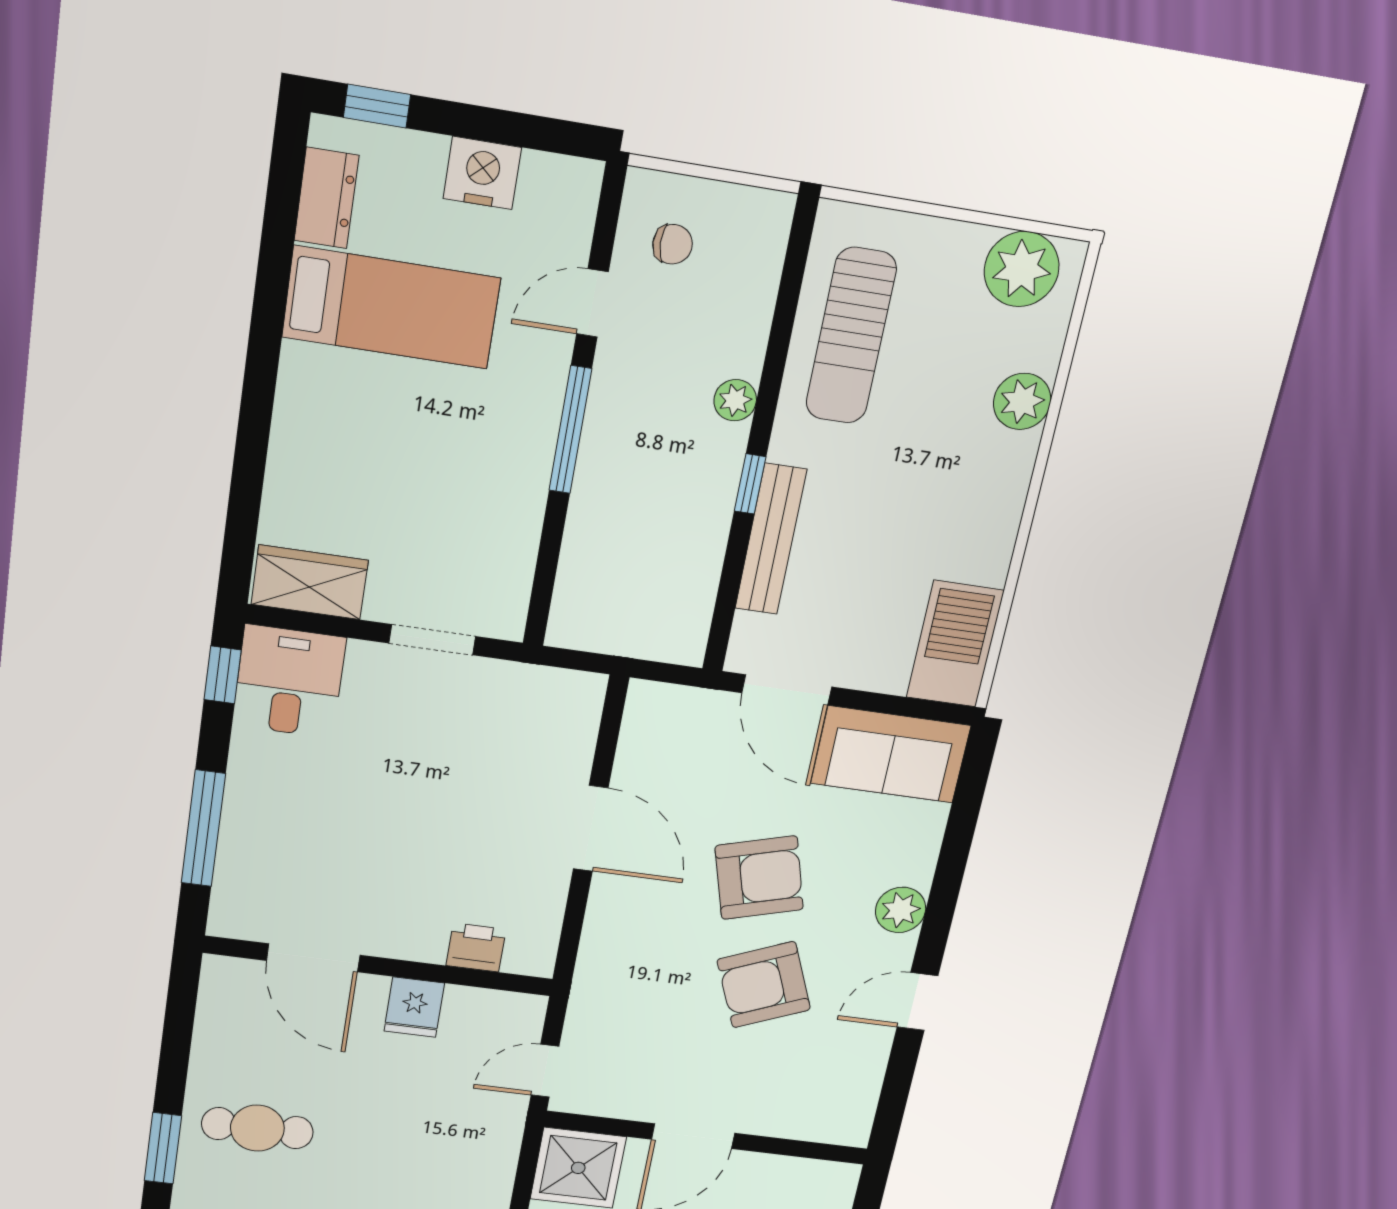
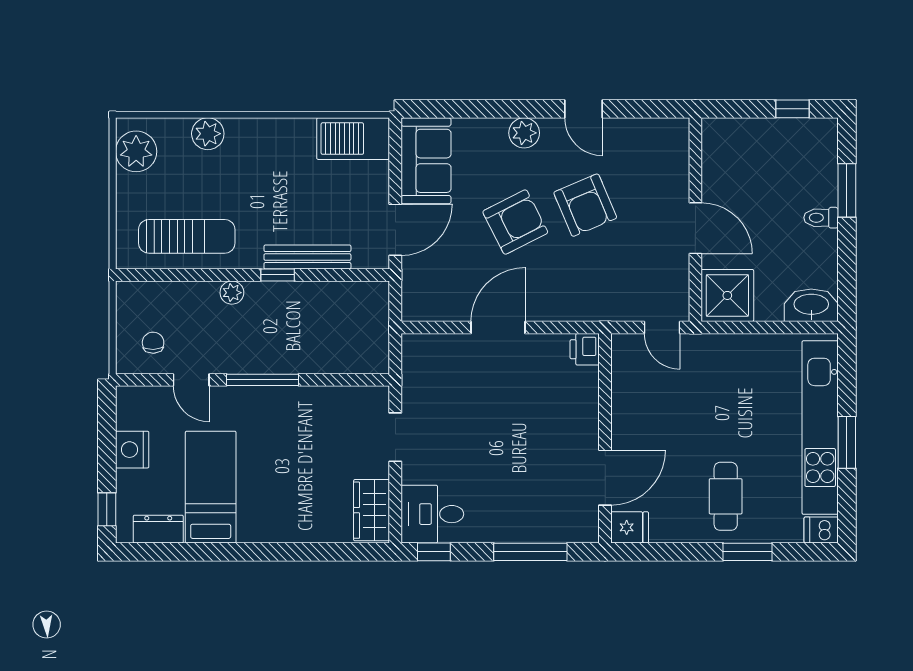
armchair: (759, 878) -> (515, 222), turned 79
printer: (476, 947) -> (585, 349), moved
fridge: (414, 1007) -> (630, 527), moved

